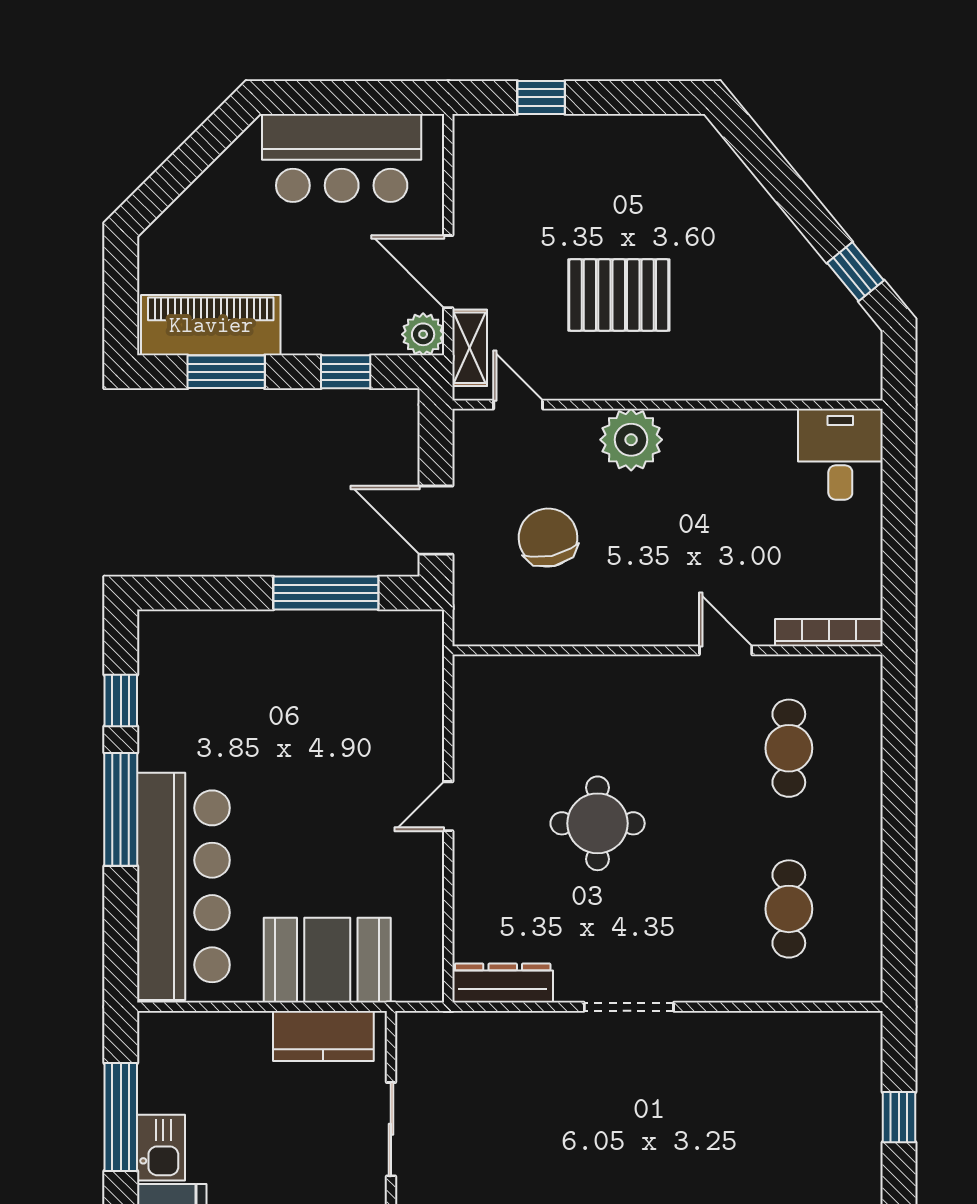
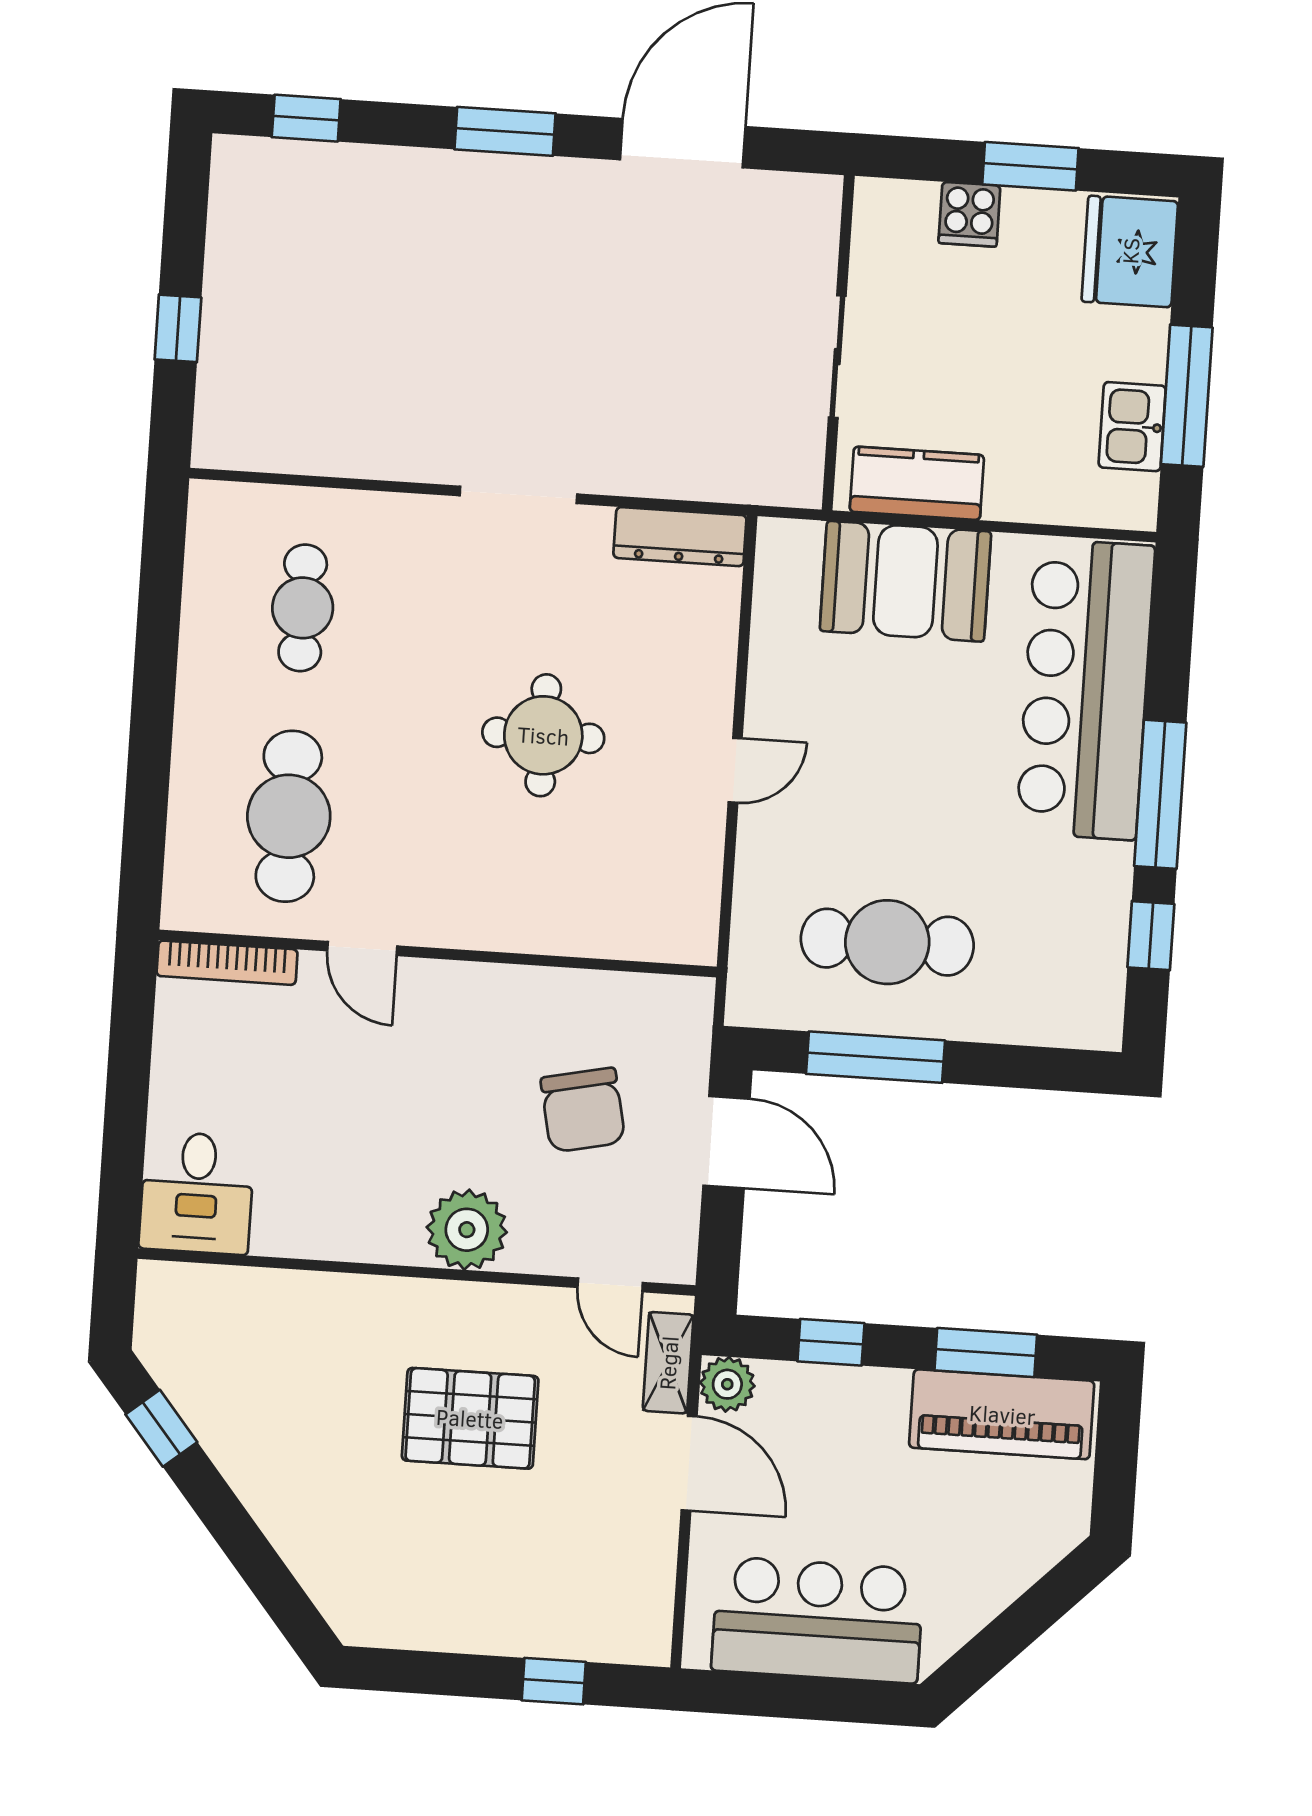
cafe table: (323, 682) -> (887, 942), added
cafe table: (789, 748) -> (289, 816), width x1.37, depth x1.35
kitchen sink: (161, 1148) -> (1132, 427), moved

